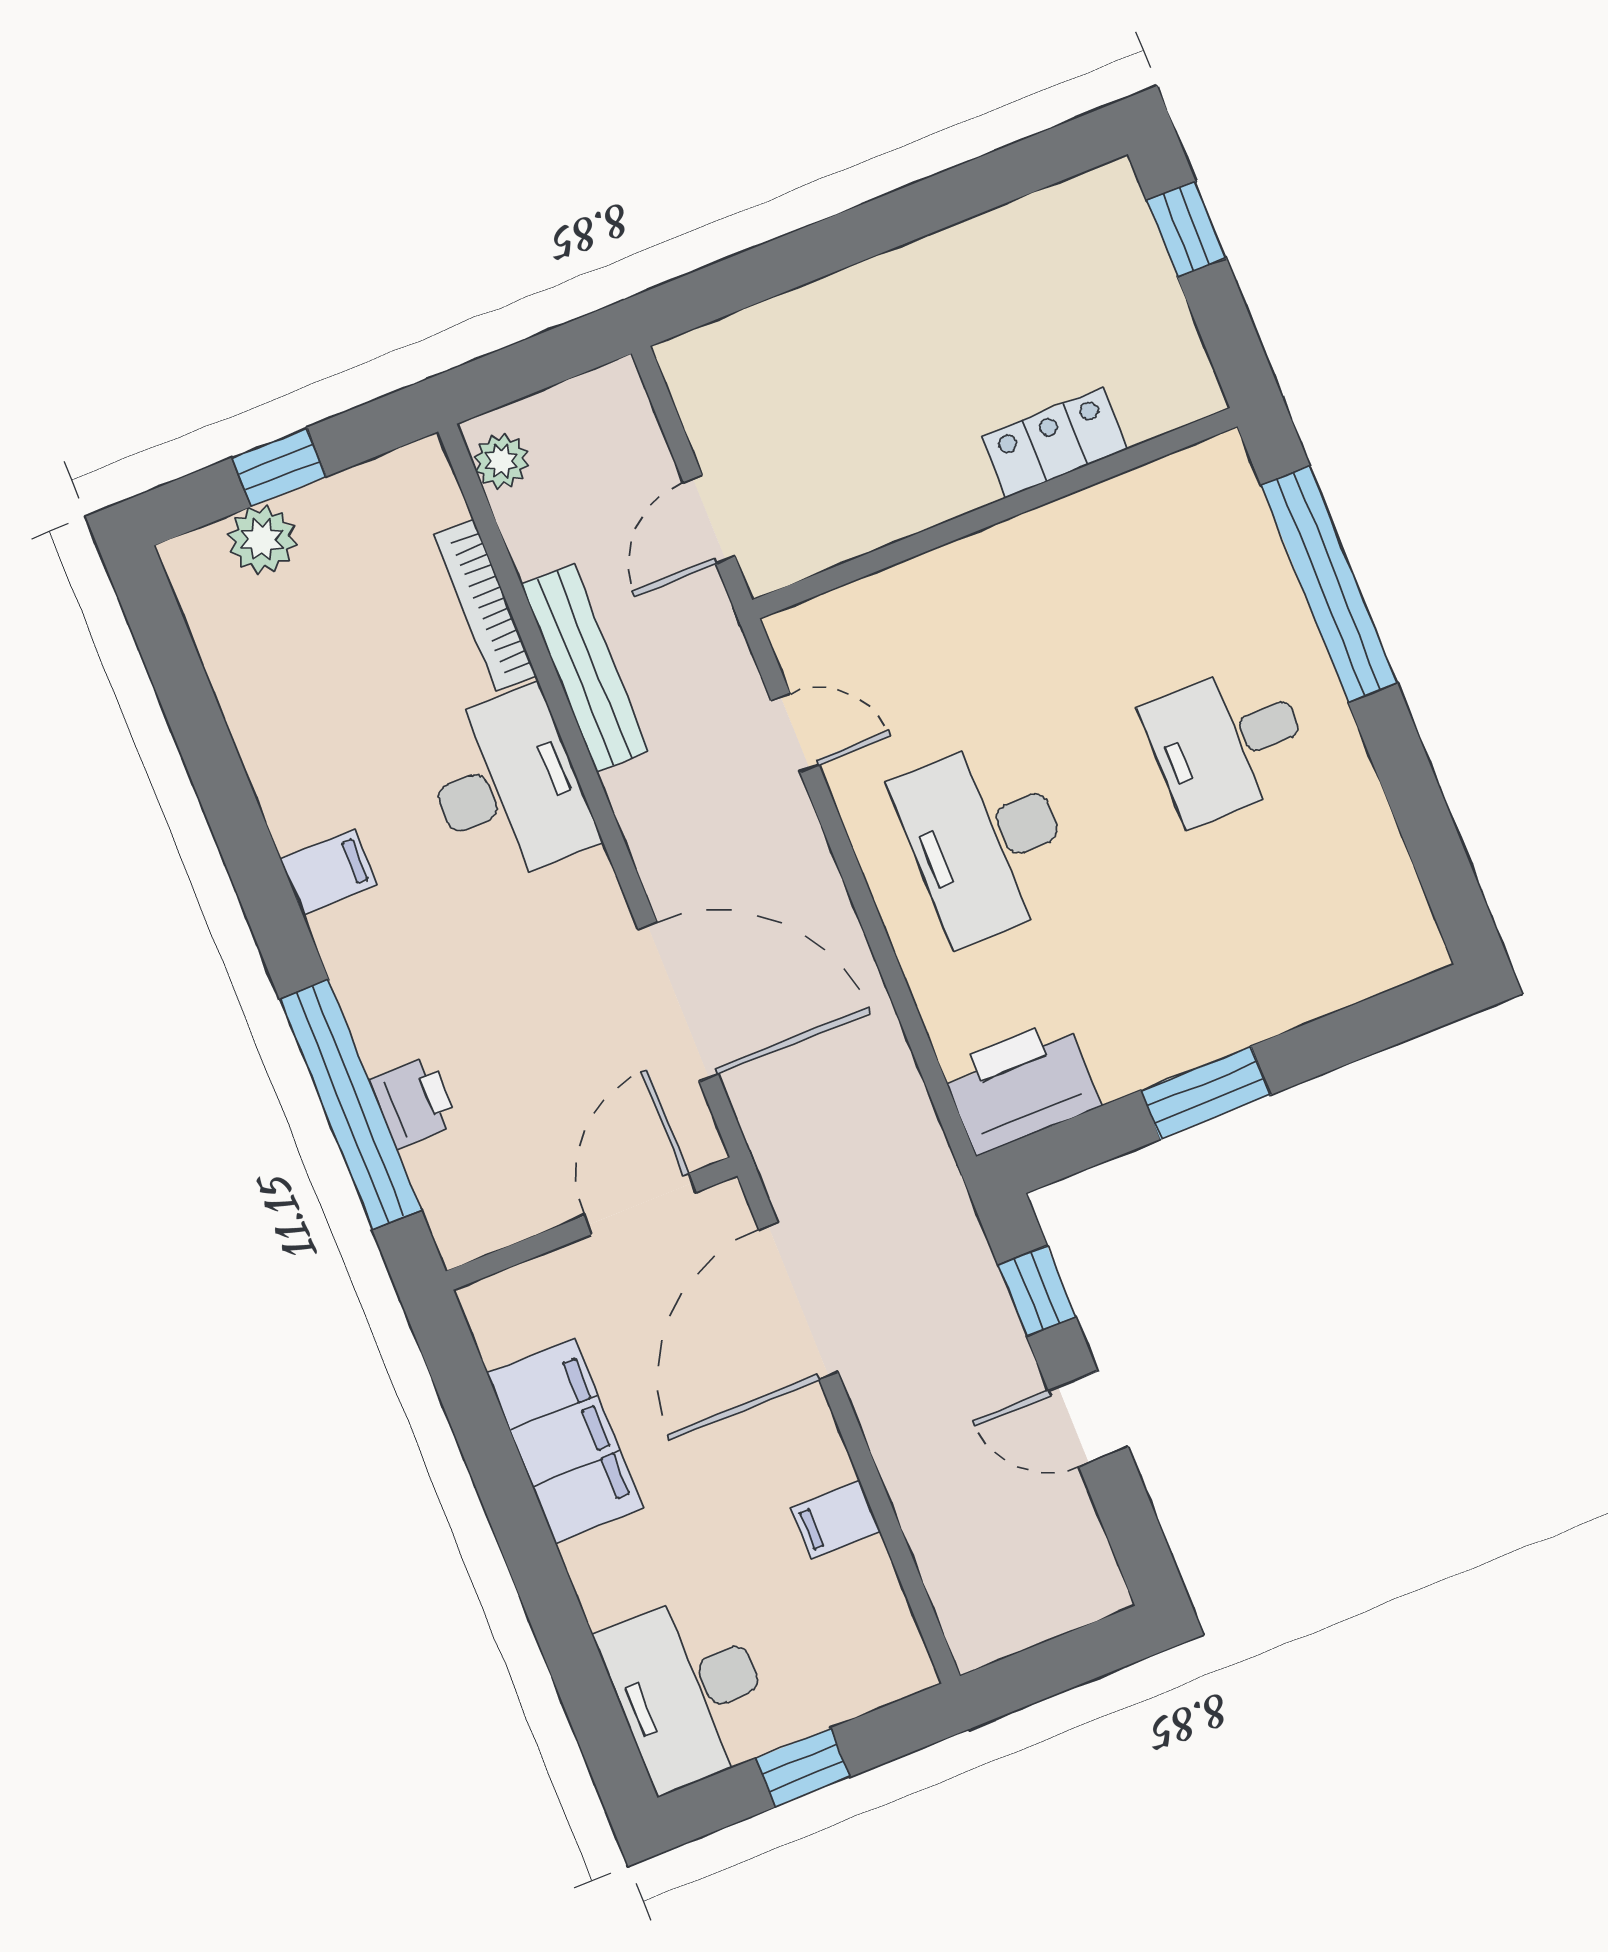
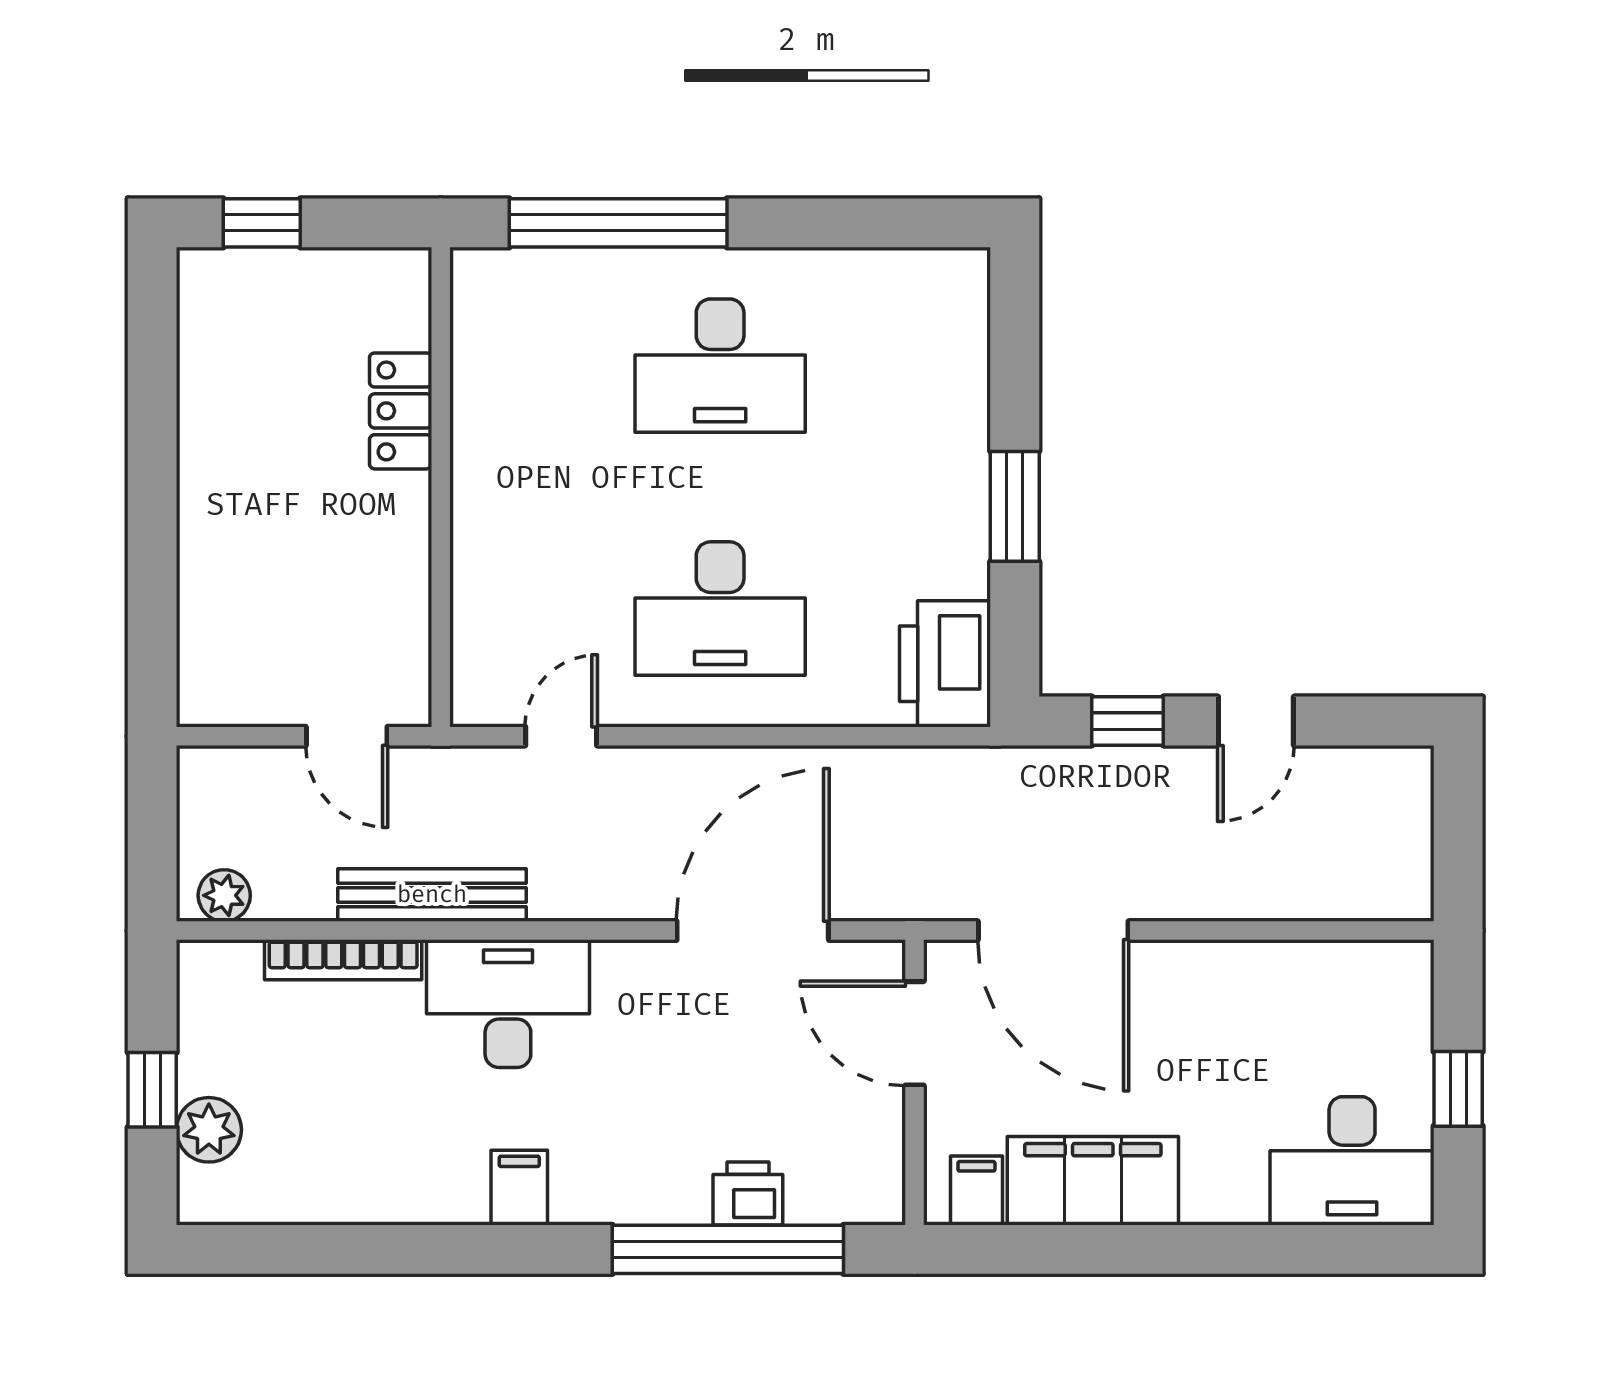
desk: (1228, 743) -> (720, 366), width x1.37
filing cabinet: (836, 1520) -> (976, 1191), moved, turned 180

